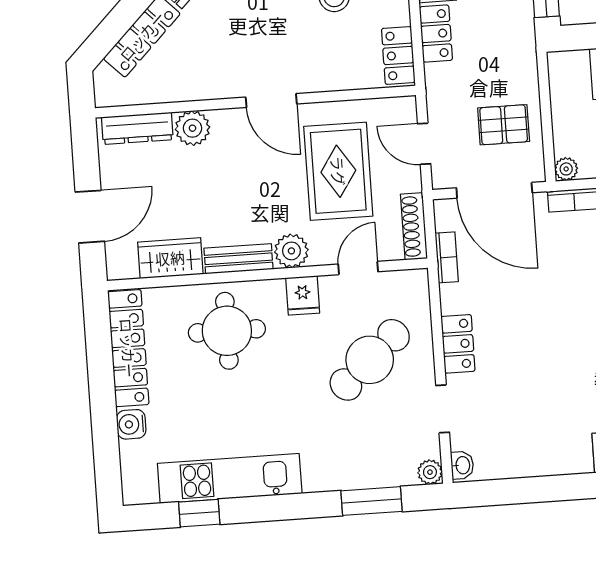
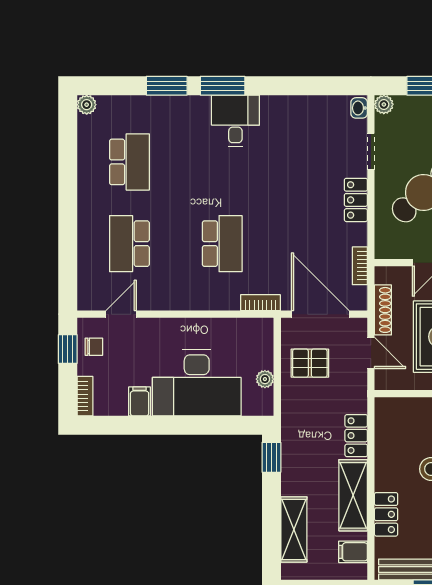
locker: (398, 55) -> (386, 421), removed
plant: (566, 169) -> (265, 379), moved
shoe rack: (414, 226) -> (383, 310), moved

